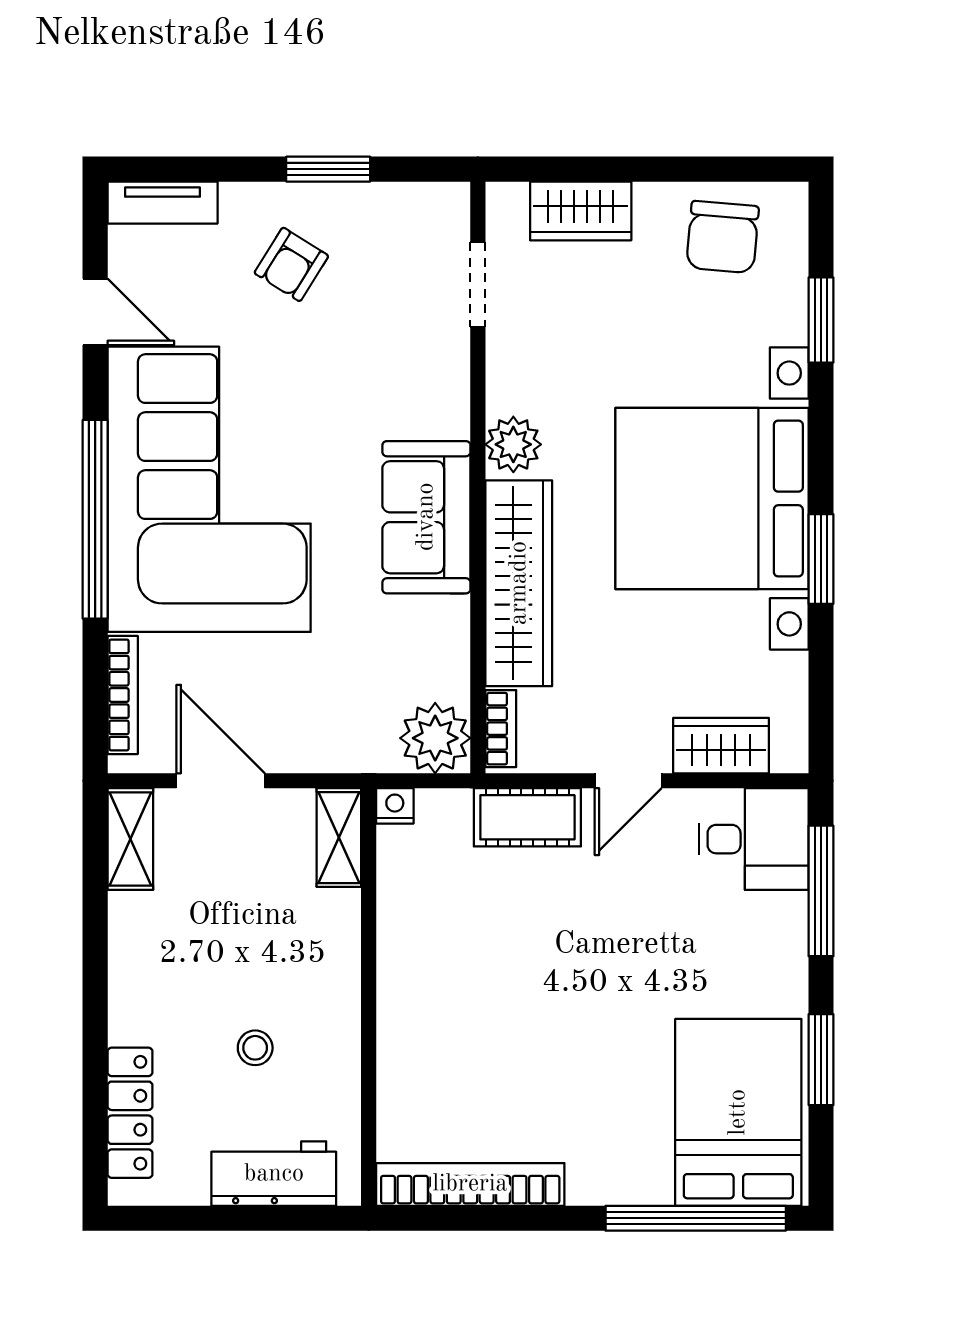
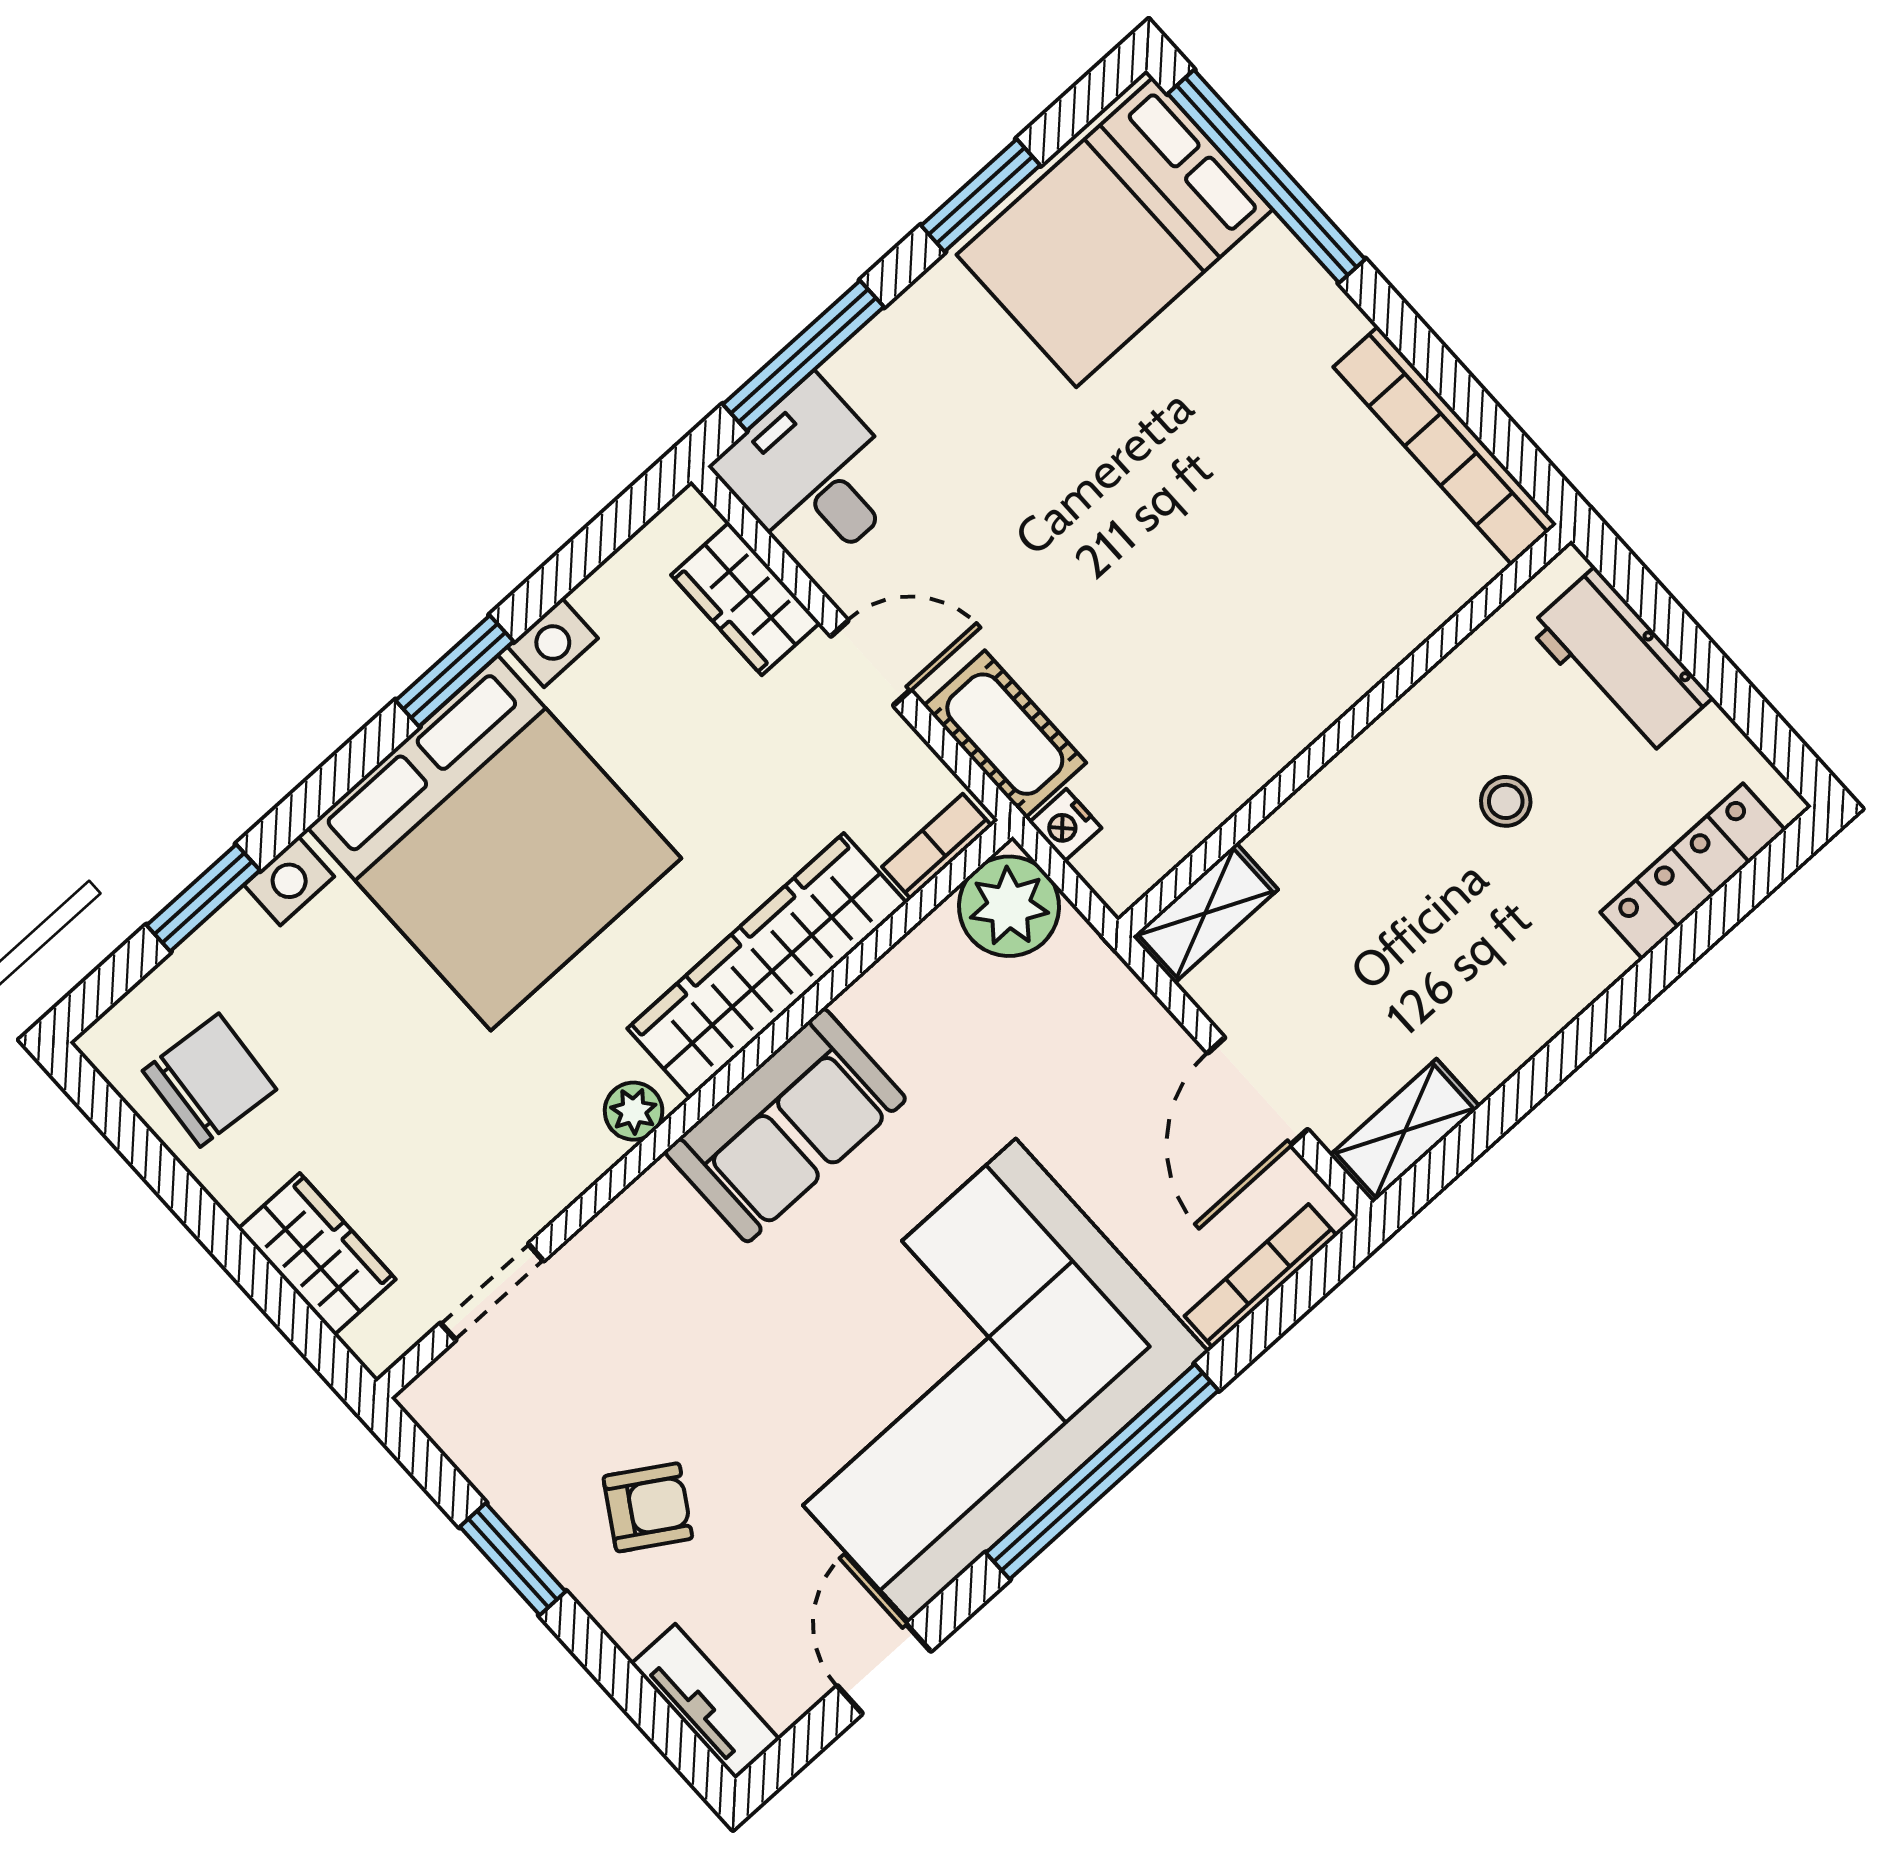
plant: (513, 444) -> (634, 1111), width x0.73, depth x0.73
nightstand: (395, 806) -> (1065, 825), moved

